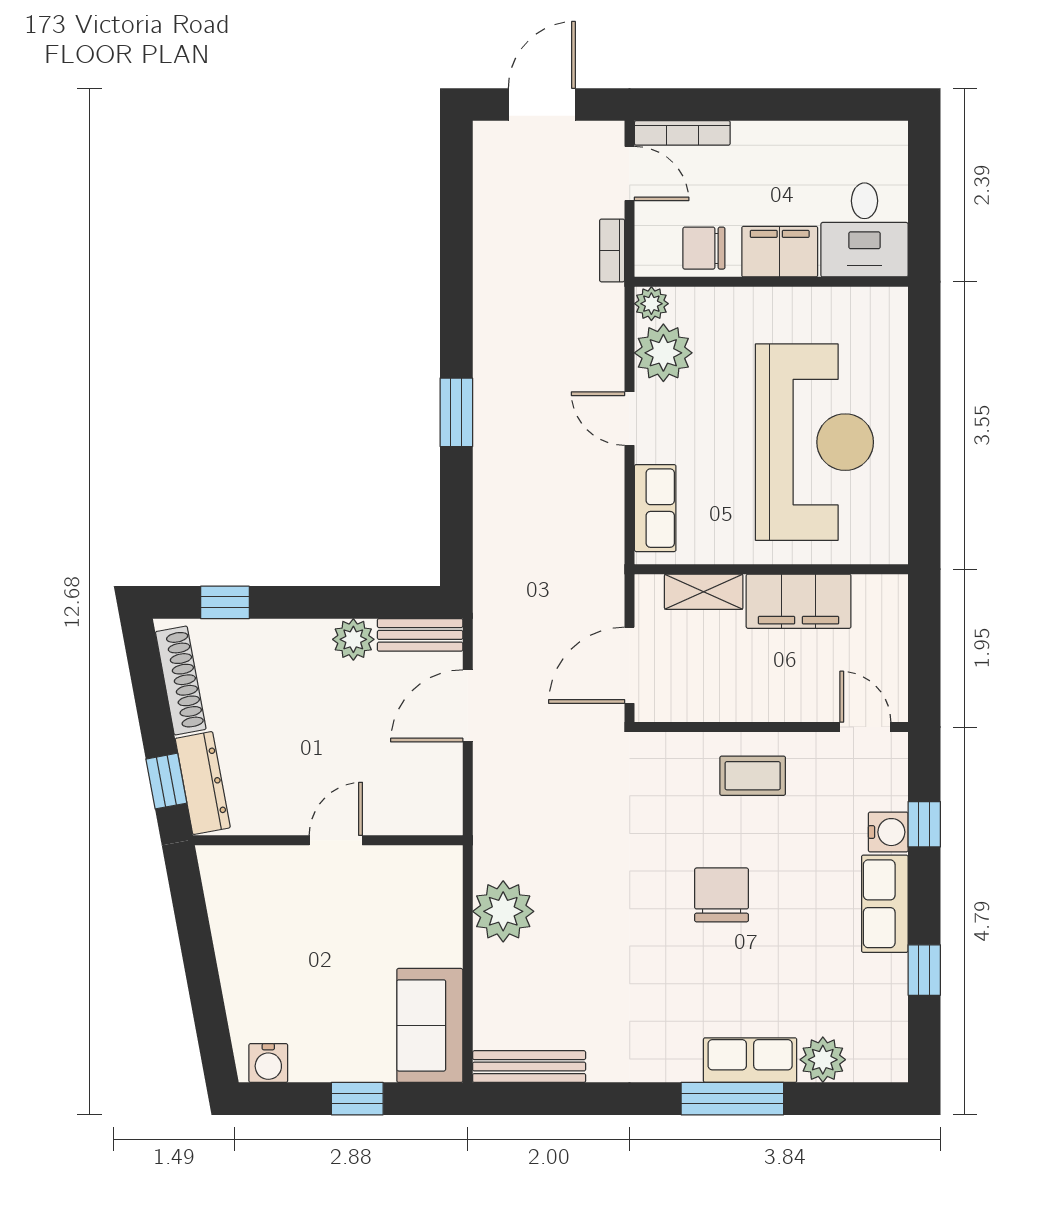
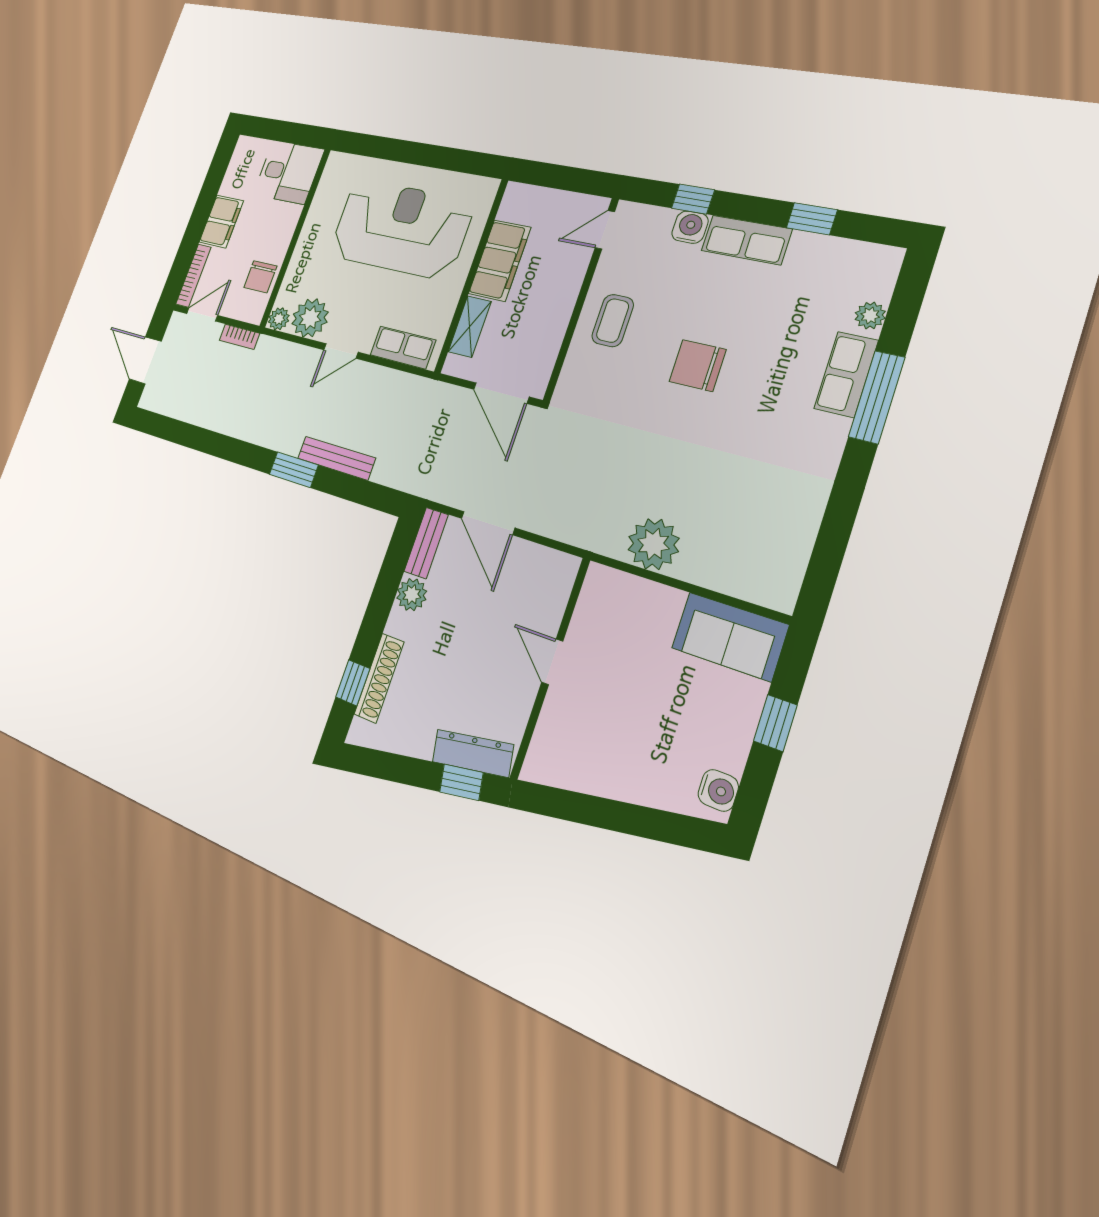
filing cabinet: (780, 252) -> (221, 221), moved, turned 180
shoe rack: (181, 680) -> (379, 678), moved, turned 100
plant: (823, 1060) -> (870, 315), width x0.73, depth x0.73
bench: (529, 1067) -> (336, 458), moved, turned 90

